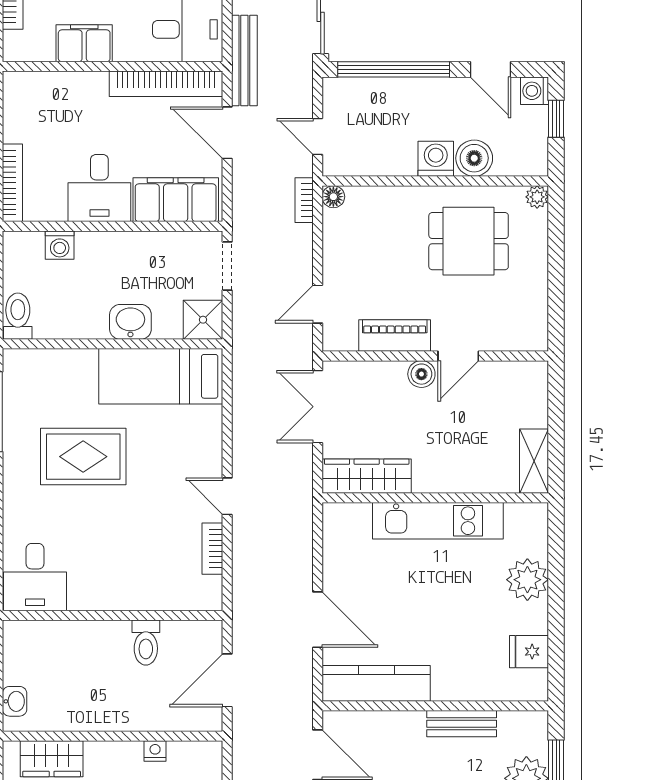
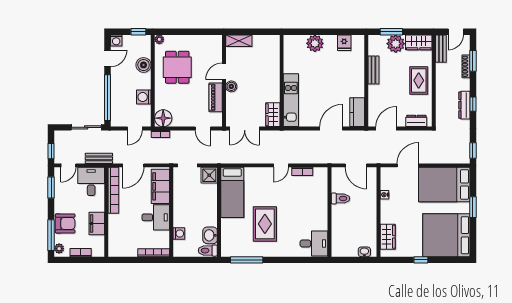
bench: (244, 61) -> (99, 158), width x0.73
window: (556, 119) -> (138, 32), moved
washing machine: (436, 159) -> (144, 97), moved
floor lamp: (333, 197) -> (163, 118), width x1.89, depth x1.89
washbasin: (130, 322) -> (210, 235), moved
door: (458, 356) -> (224, 71), swing flipped
shelving: (534, 461) -> (239, 41), moved
wardrobe: (367, 476) -> (273, 115), width x0.67
kitchen unit: (438, 521) -> (291, 100), moved
kitchen counter: (376, 683) -> (357, 112), width x0.67

